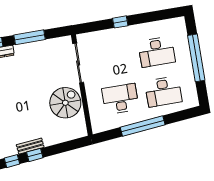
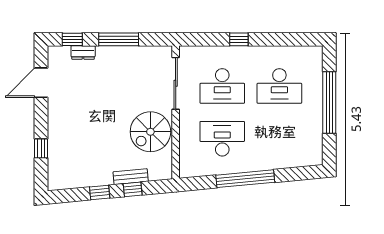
desk: (163, 92) -> (222, 86), moved
spiral stairs: (65, 103) -> (150, 132), turned 180
bench: (30, 146) -> (131, 177), moved
window: (12, 161) -> (133, 189), moved

